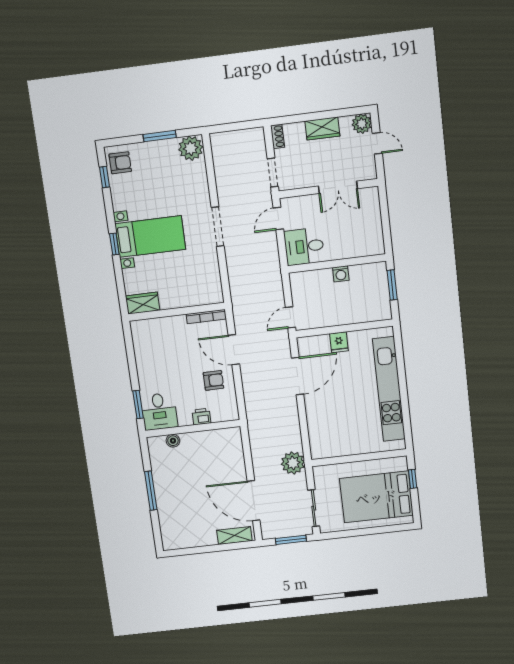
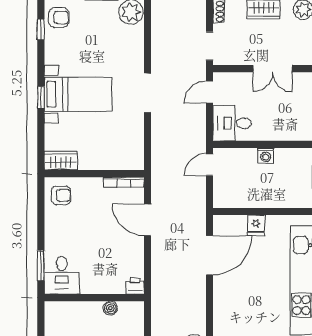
door: (290, 317) -> (209, 165), moved
armchair: (213, 380) -> (61, 195), moved
printer: (201, 417) -> (135, 286), moved
boiler: (173, 441) -> (110, 308), moved

